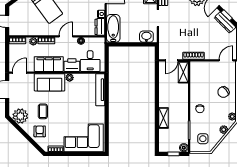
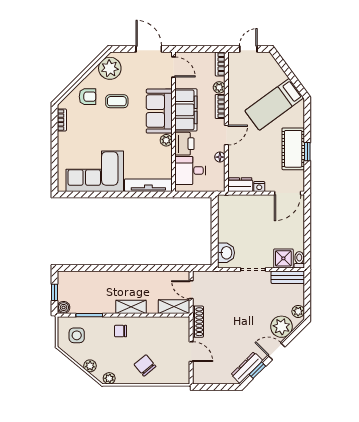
bathtub: (113, 28) -> (238, 204), removed
door: (66, 36) -> (226, 135), hinge flipped
door: (226, 60) -> (191, 352), moved
shelving: (164, 118) -> (131, 307), moved
corner sofa: (84, 138) -> (95, 171), moved, turned -90

